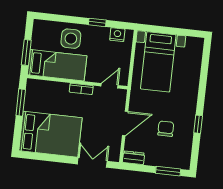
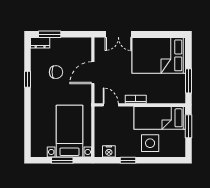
window: (170, 31) -> (62, 160), added
door: (110, 86) -> (111, 105), swing flipped
chair: (166, 129) -> (56, 72), turned -90
dresser: (134, 158) -> (40, 43), moved

